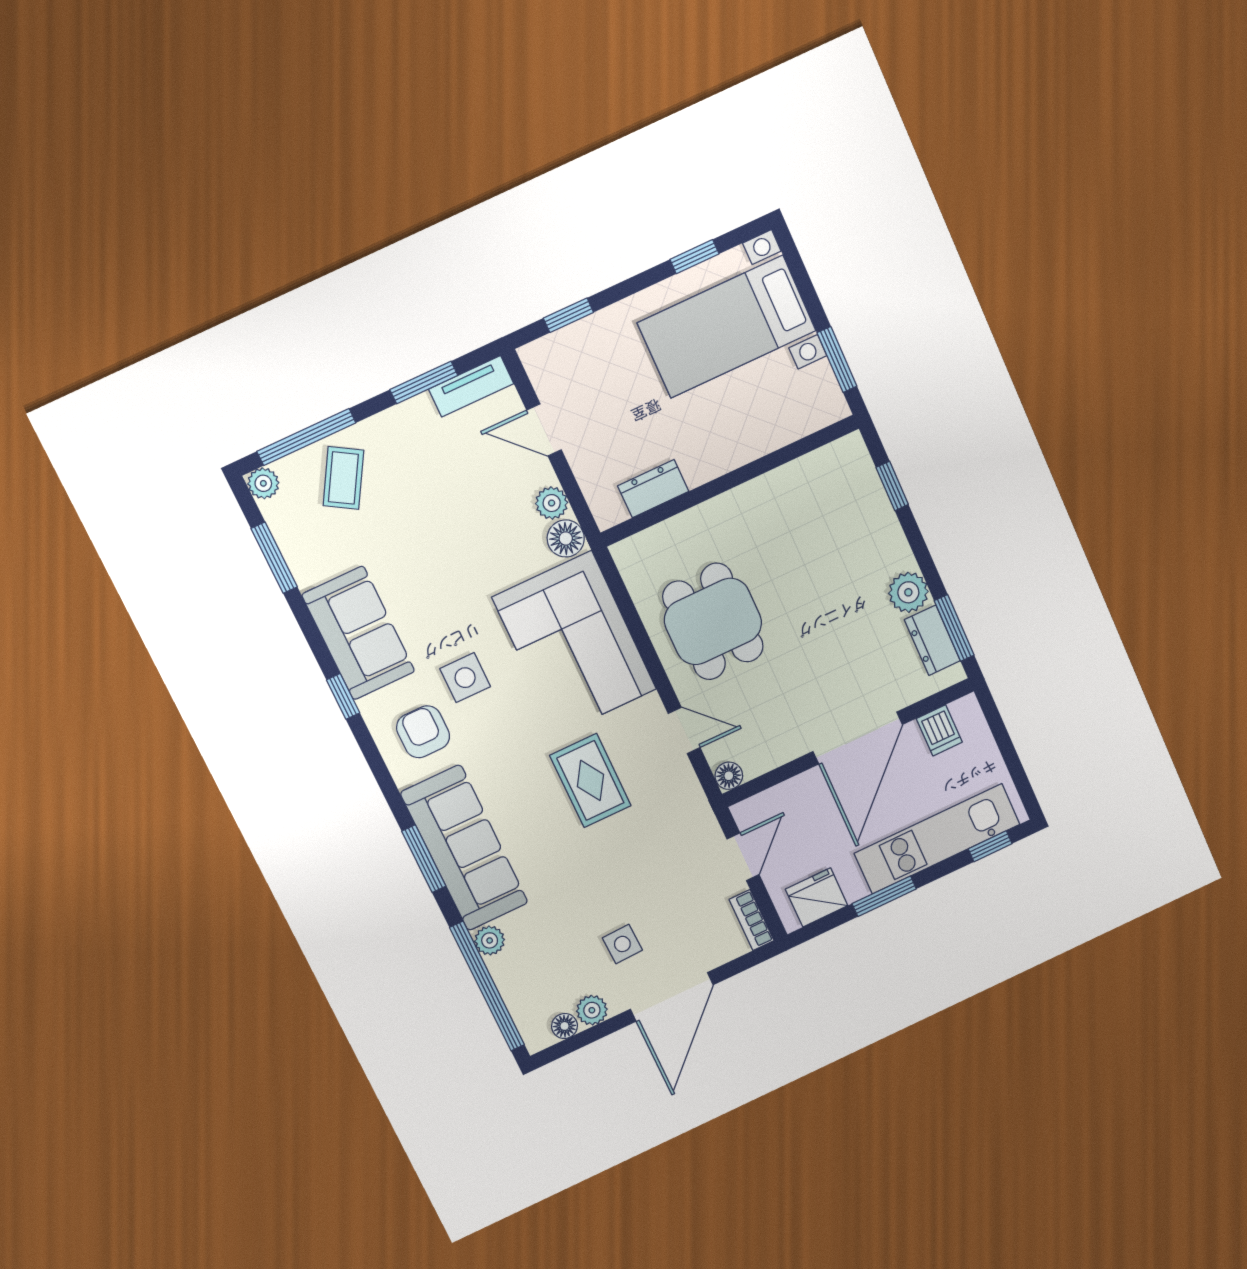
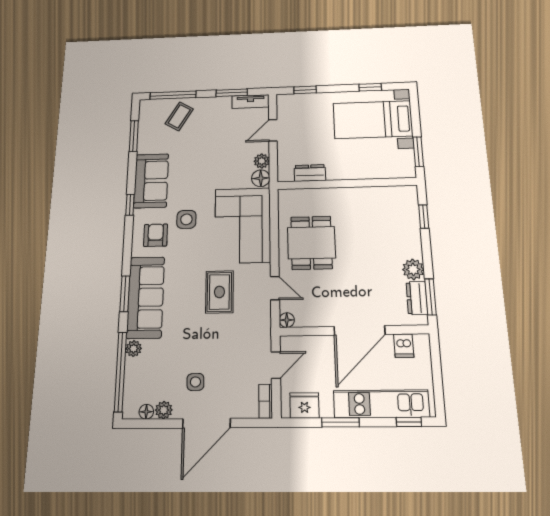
door: (544, 430) -> (273, 130), hinge flipped
plant: (263, 483) -> (146, 106), removed

